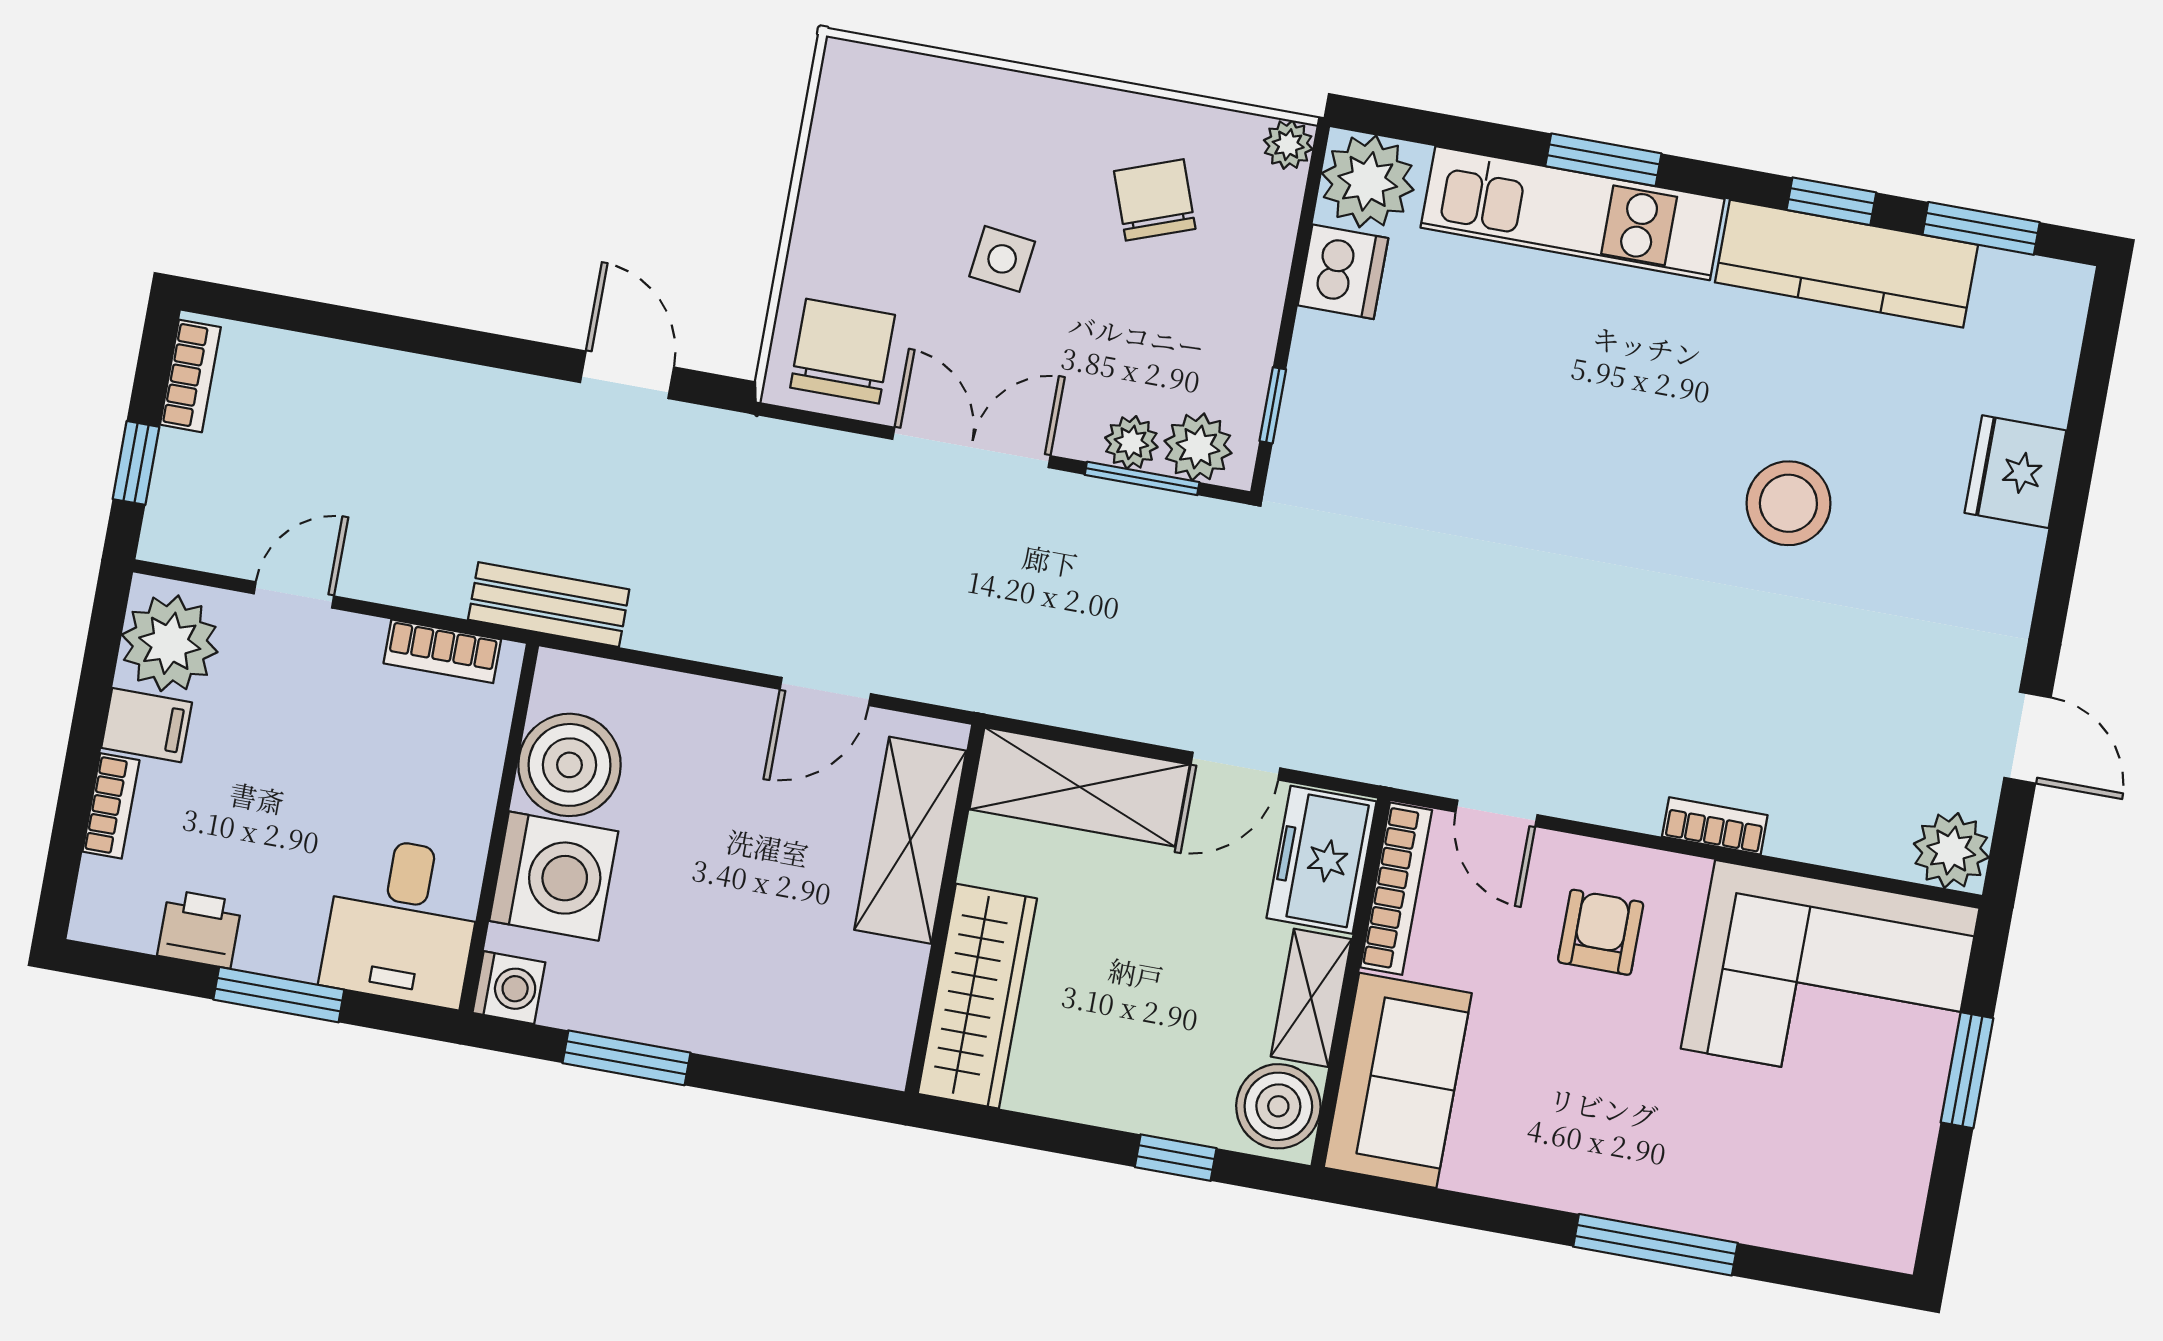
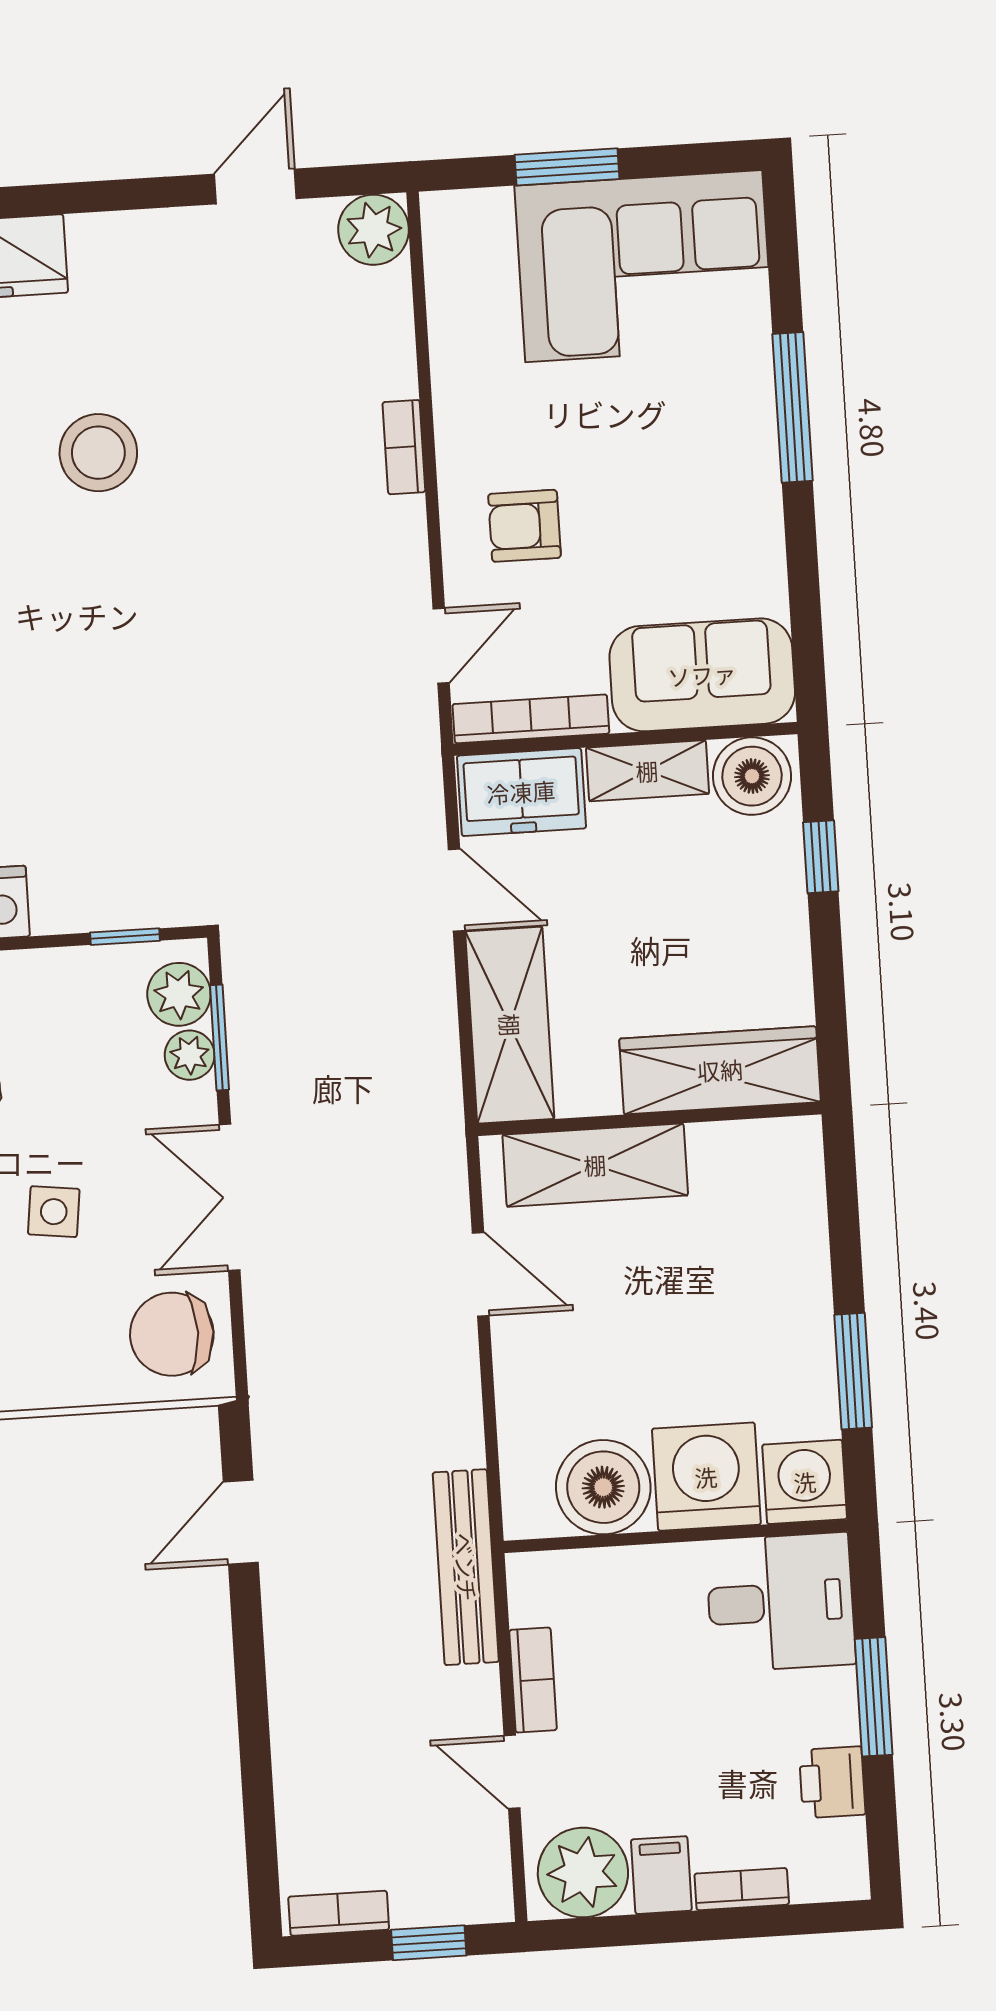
bench: (549, 605) -> (466, 1567), width x1.36
bookcase: (442, 651) -> (533, 1680), moved
corner sofa: (1830, 978) -> (644, 266), moved, turned 90
washing machine: (509, 988) -> (805, 1482), width x1.38, depth x1.38

